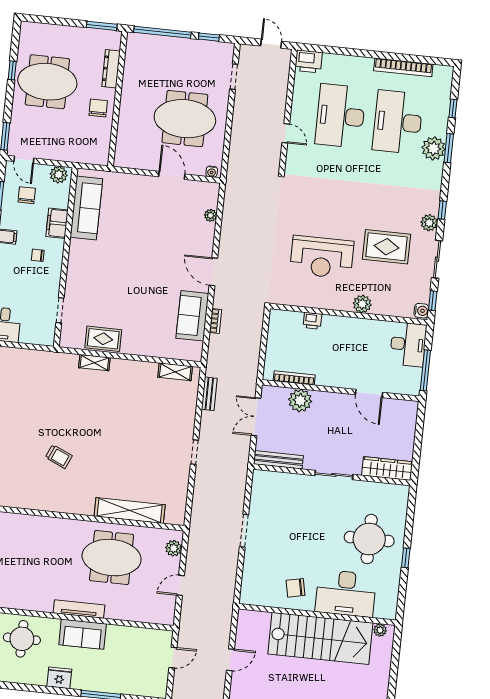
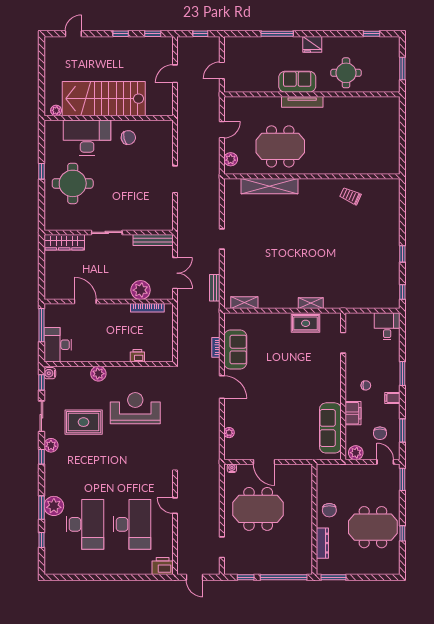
bookcase: (403, 67) -> (85, 569), removed
trolley: (59, 457) -> (350, 196), moved

